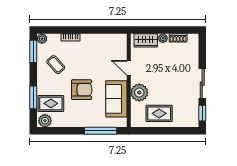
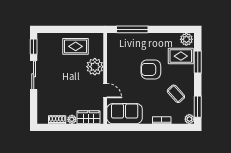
sofa: (116, 99) -> (125, 114), moved, turned -90

